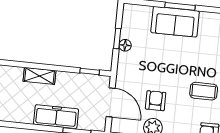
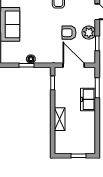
door: (111, 102) -> (74, 65), hinge flipped
freezer: (56, 117) -> (88, 99), width x0.71

